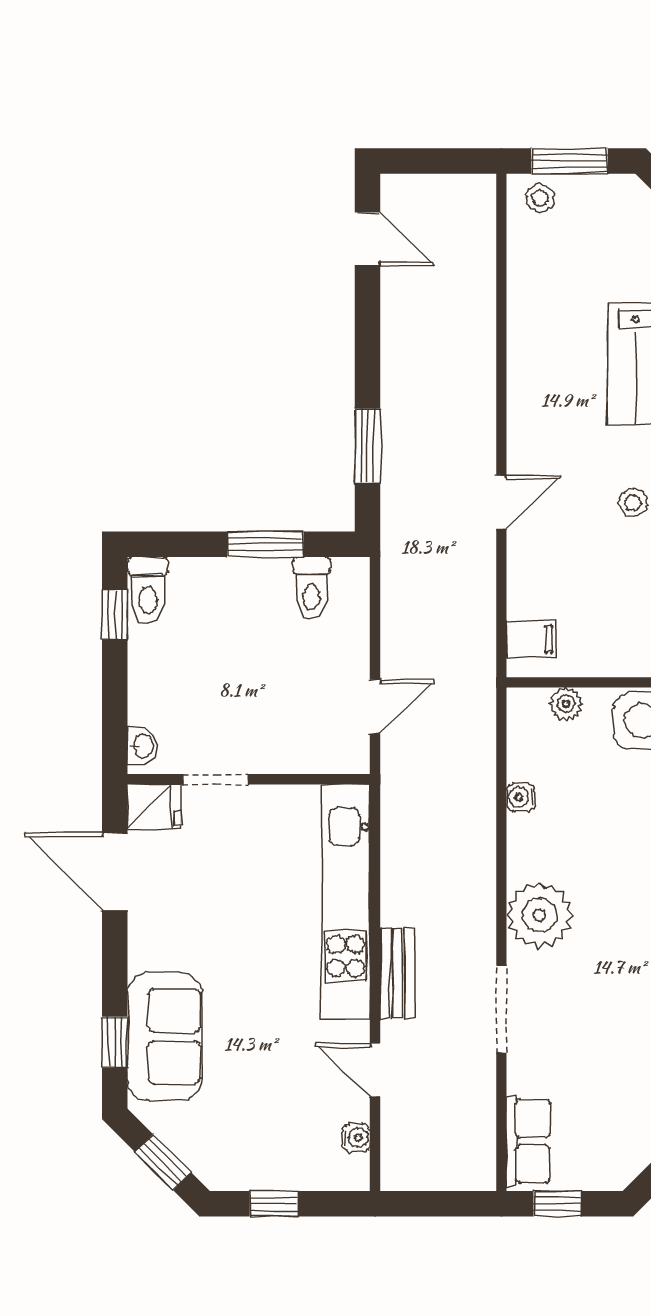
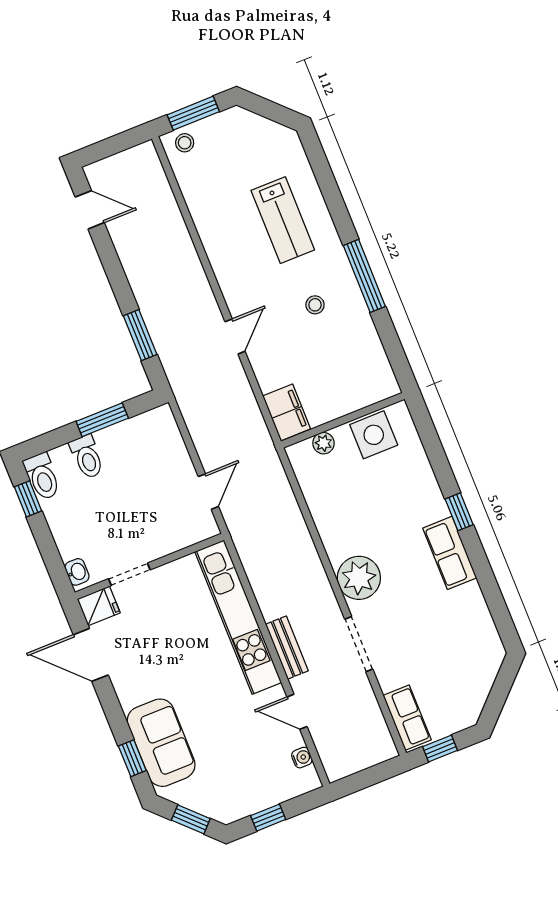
toilet: (312, 588) -> (87, 457), moved
filing cabinet: (531, 639) -> (287, 412), width x2.00
water cooler: (521, 797) -> (319, 511), removed

